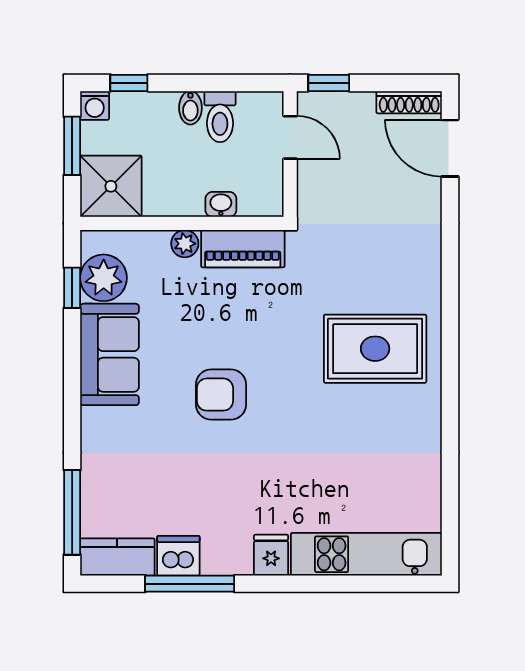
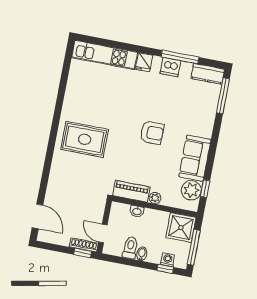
shoe rack: (409, 102) -> (84, 245), moved
washing machine: (95, 105) -> (168, 260), moved
window: (72, 146) -> (194, 247), width x1.44
dishwasher: (178, 556) -> (170, 67), moved

